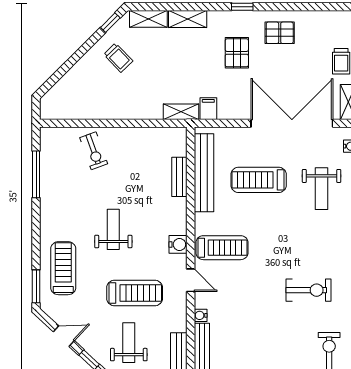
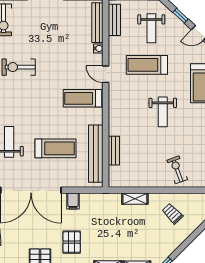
trolley: (118, 58) -> (172, 214), moved
filing cabinet: (208, 109) -> (73, 201), moved
shelving: (181, 112) -> (135, 199), moved
water cooler: (178, 244) -> (115, 101), removed

